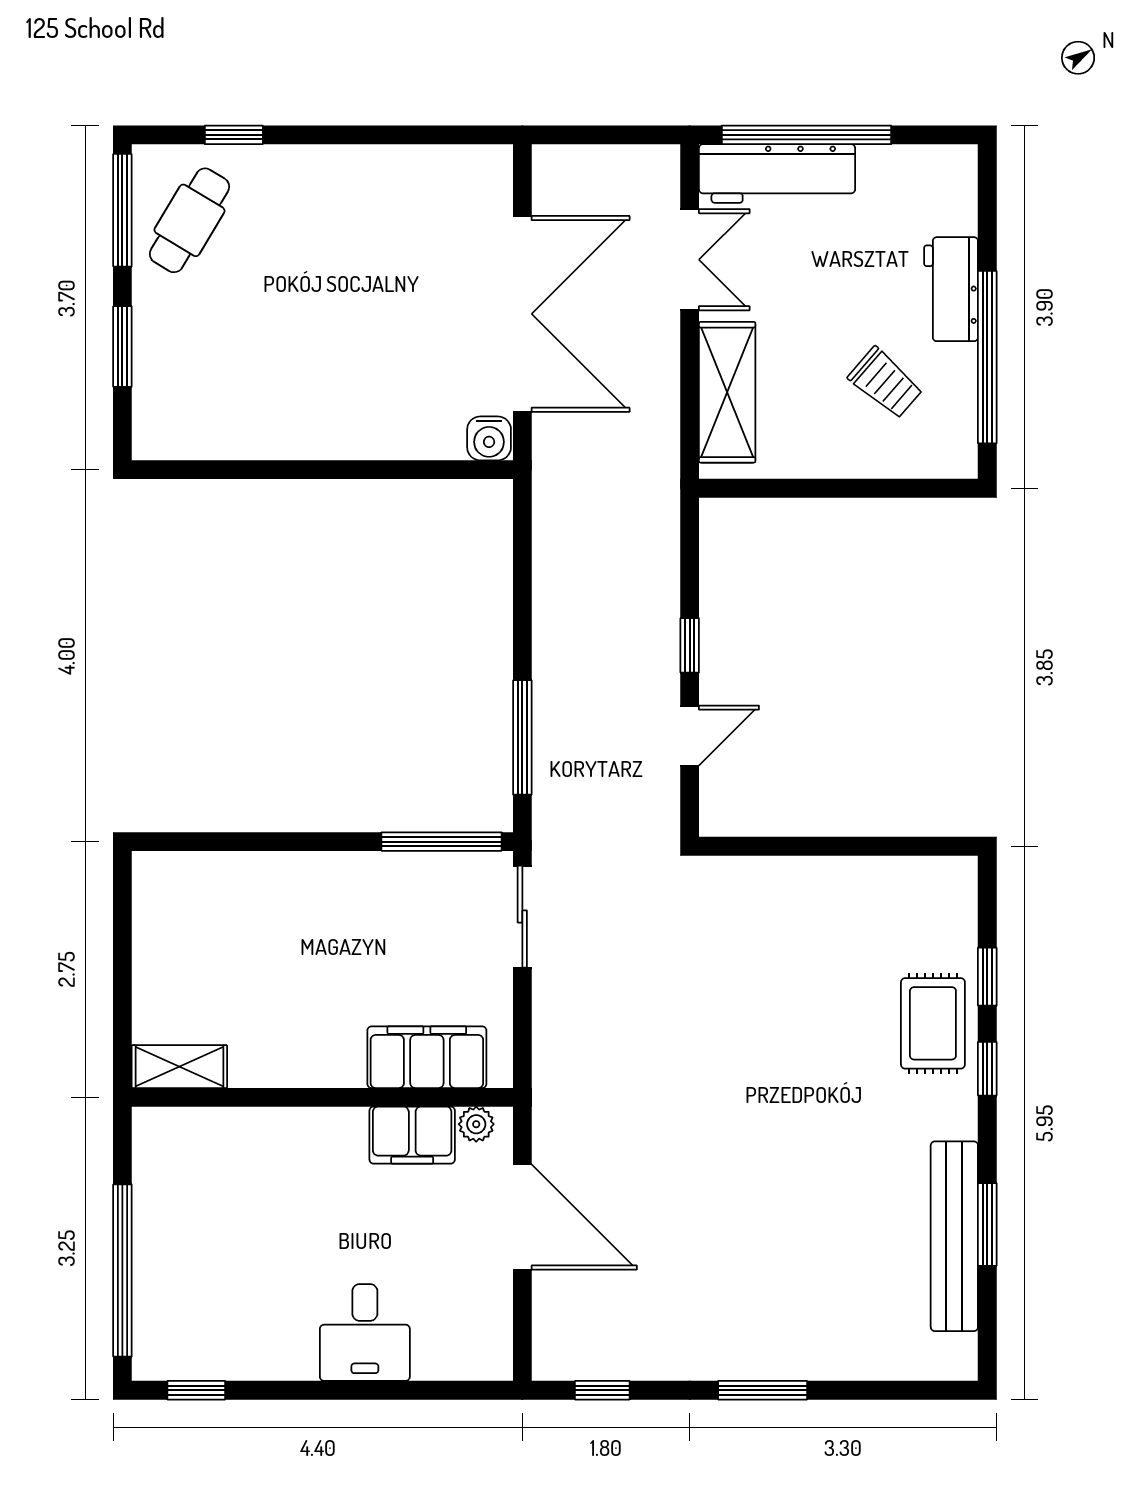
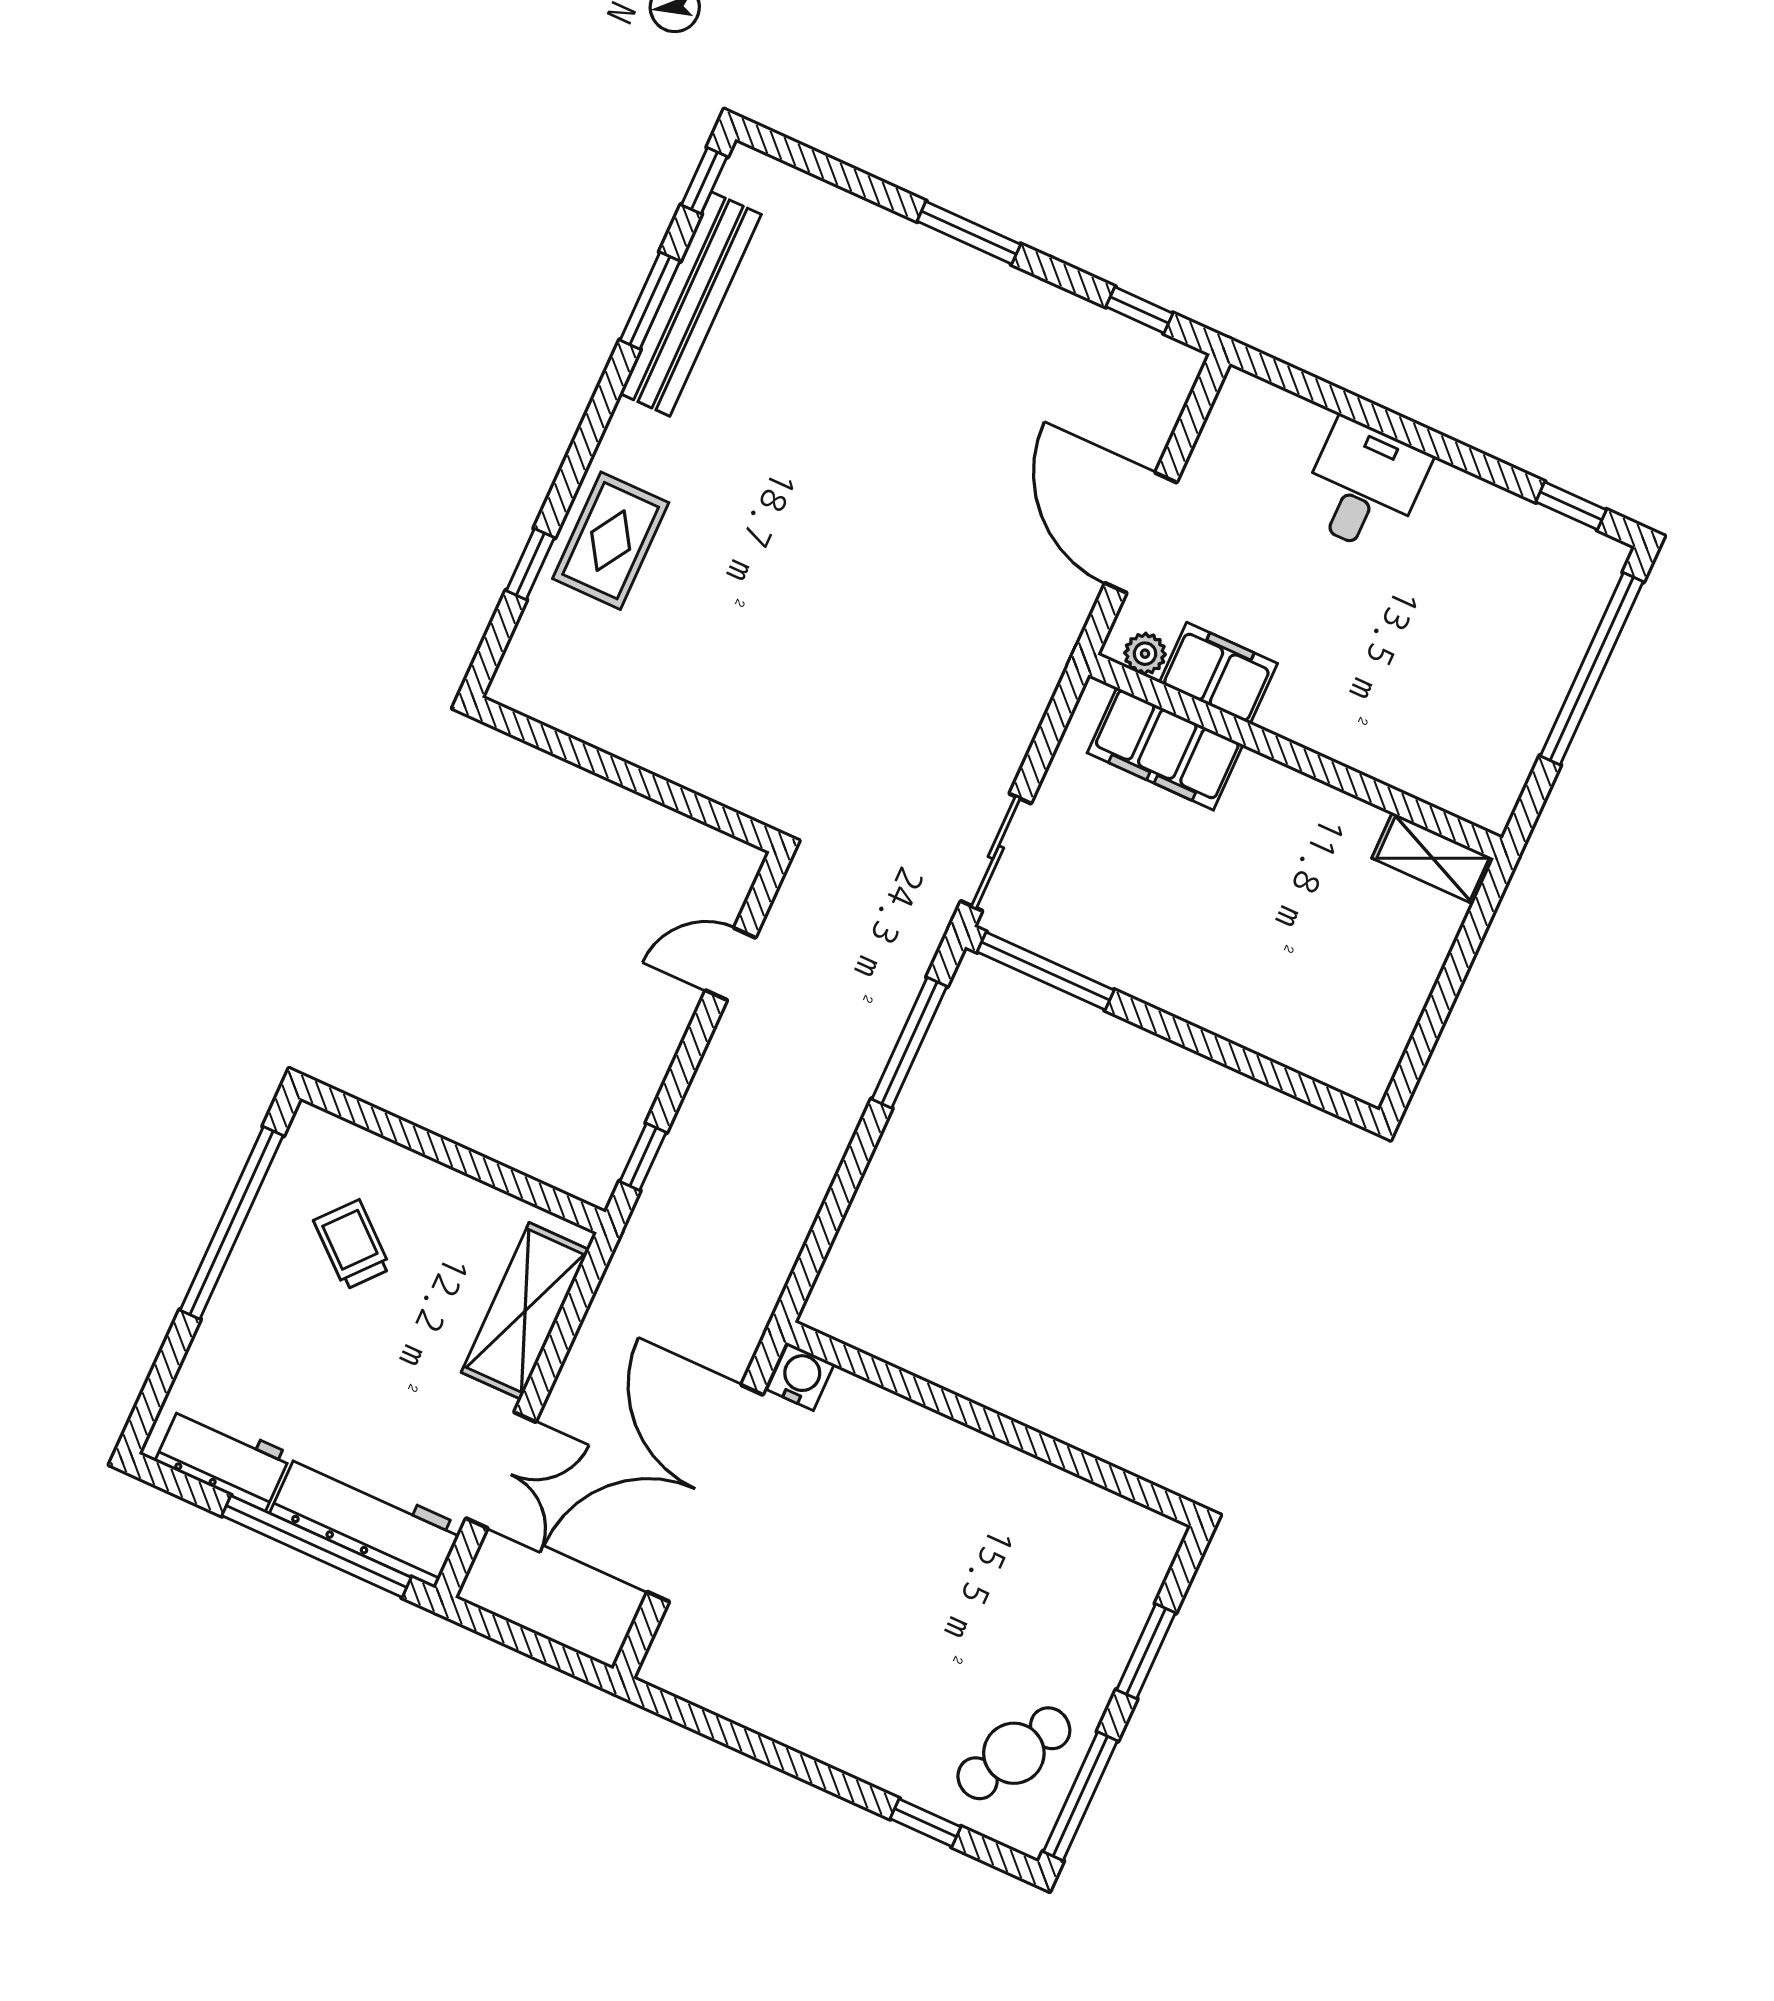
double door: (690, 260) -> (501, 1470), swing flipped
workbench: (951, 289) -> (223, 1458), moved, turned -90
window: (690, 645) -> (643, 1157), moved
window: (987, 1069) -> (704, 181), moved

